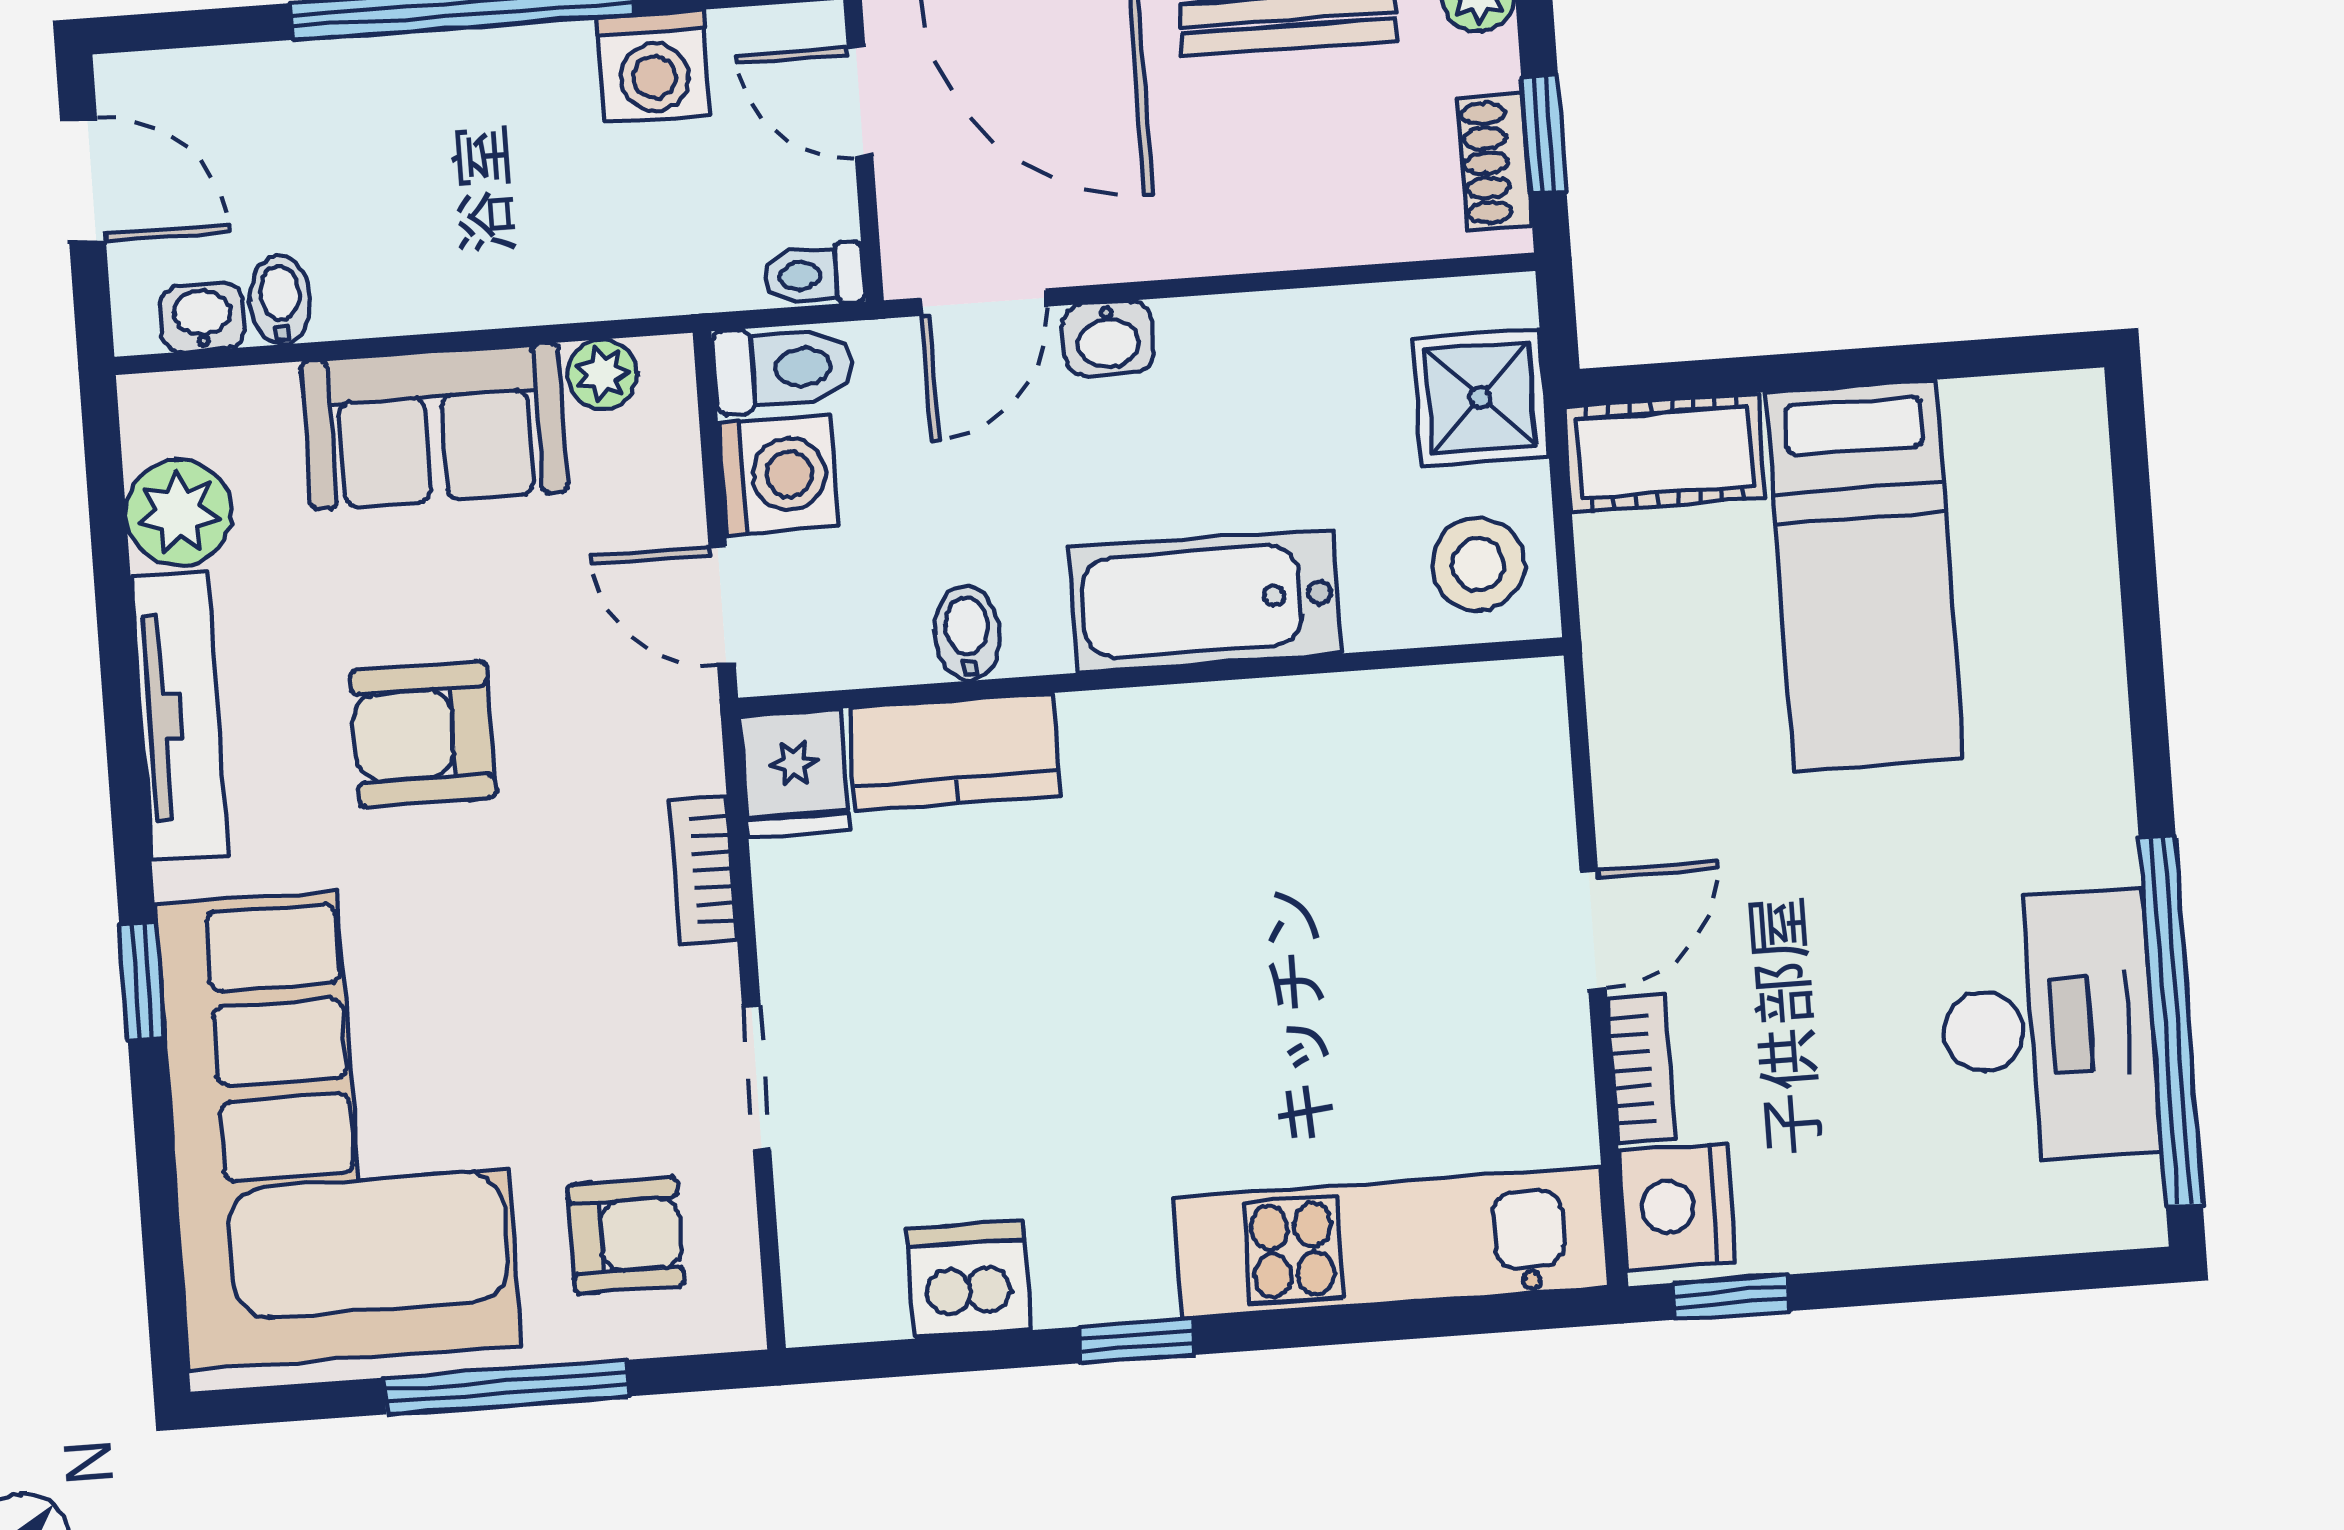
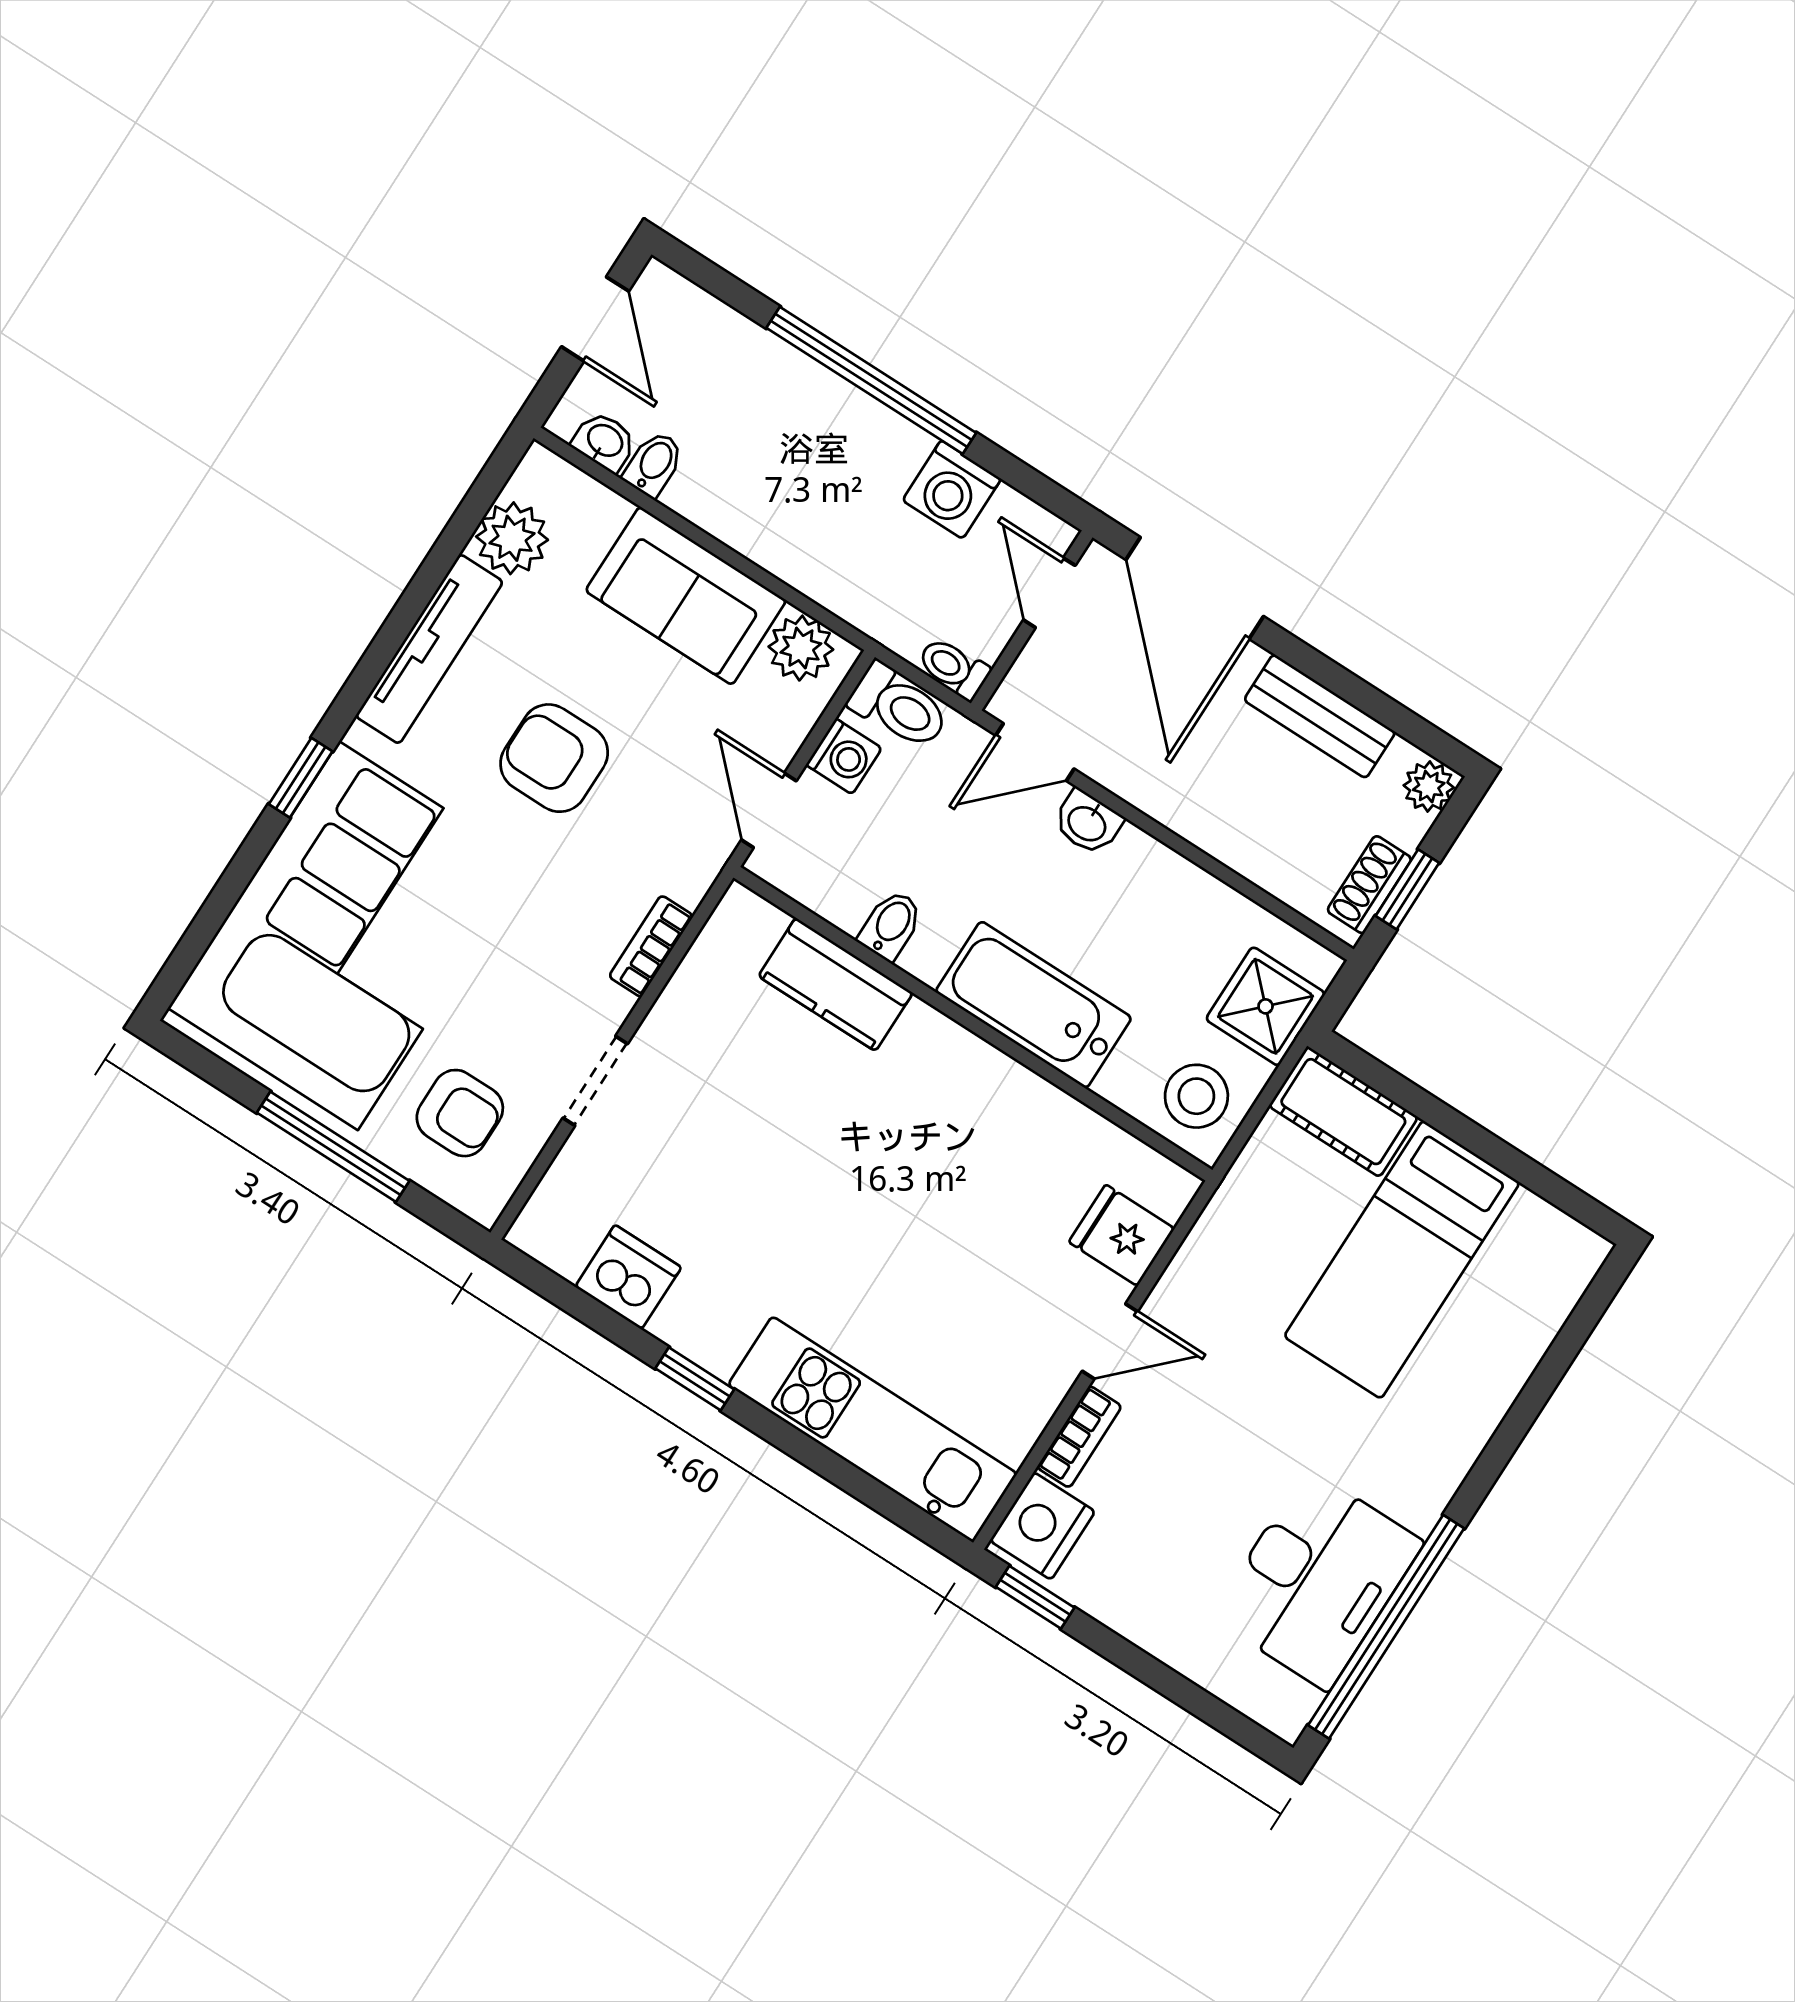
plant: (602, 374) -> (801, 648), width x1.38, depth x1.38
washing machine: (778, 475) -> (844, 756), width x0.73, depth x0.73
fridge: (795, 773) -> (1122, 1235), moved, turned 90

